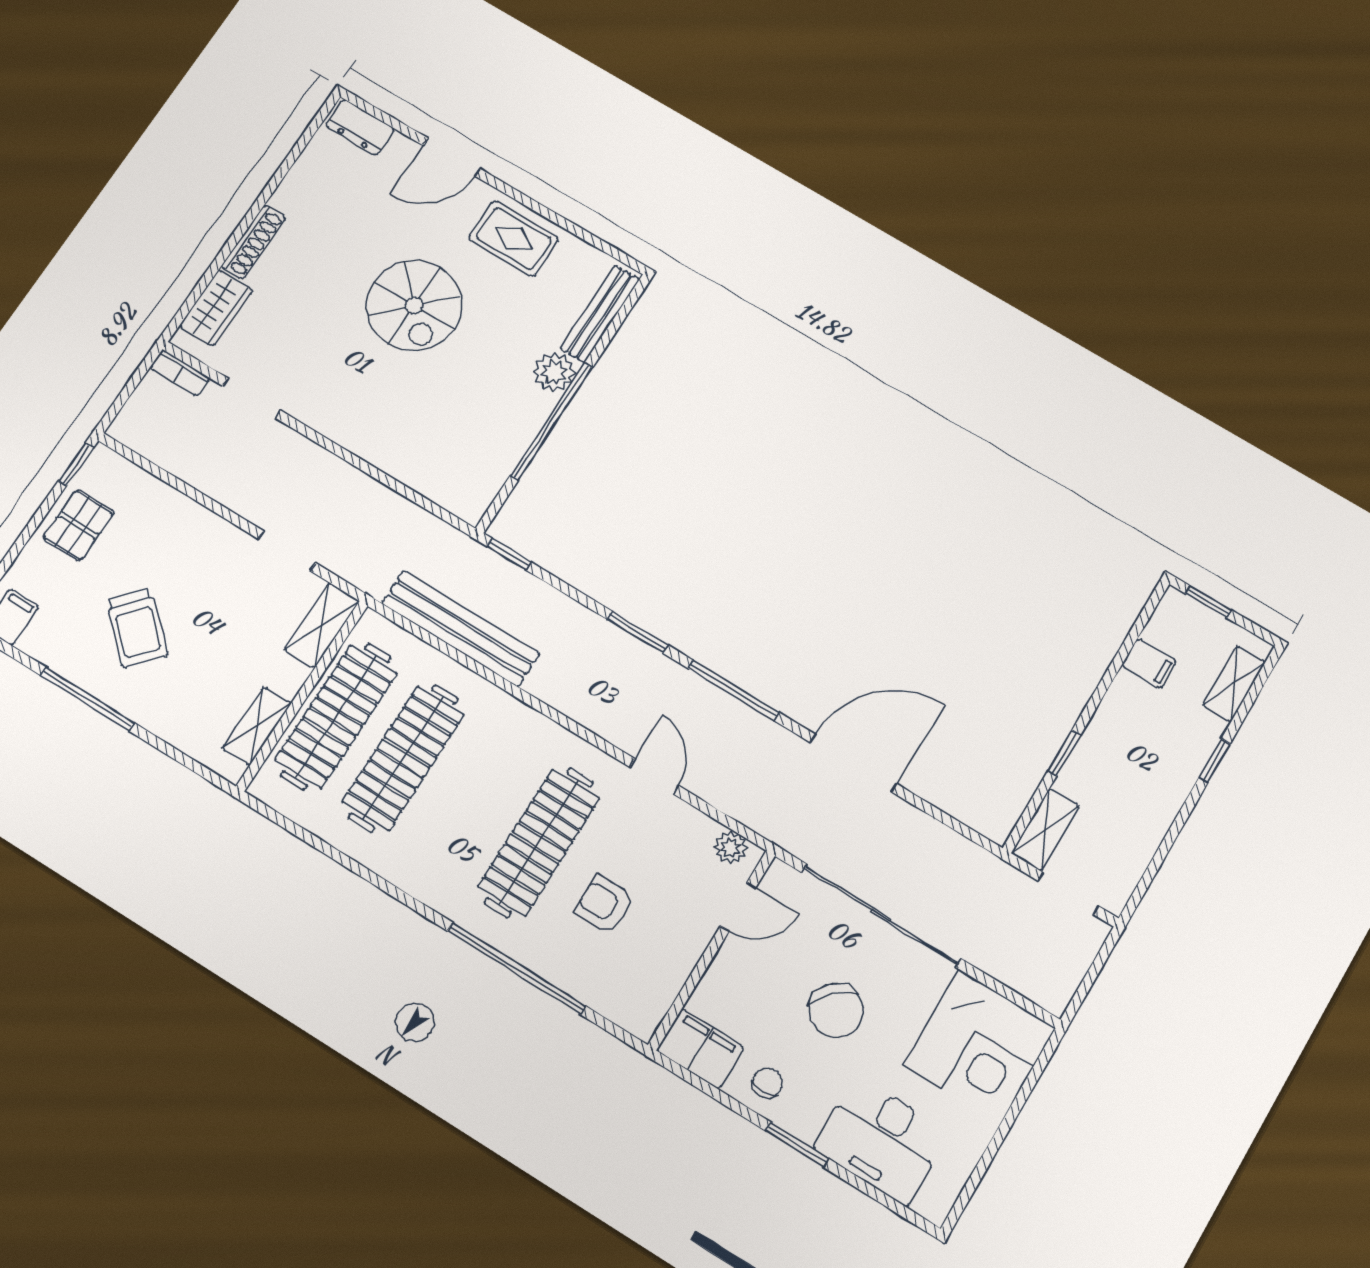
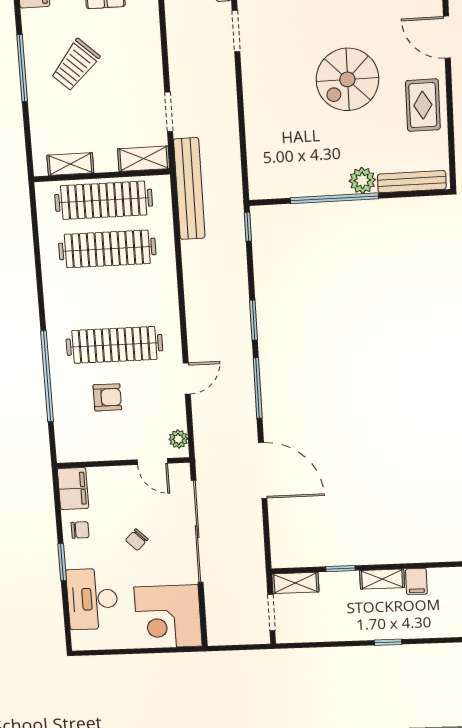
bench: (461, 629) -> (189, 189), moved
shelving: (1234, 684) -> (382, 579), moved
armchair: (604, 905) -> (107, 397), turned 90
chair: (836, 1010) -> (137, 540), width x0.54, depth x0.54

